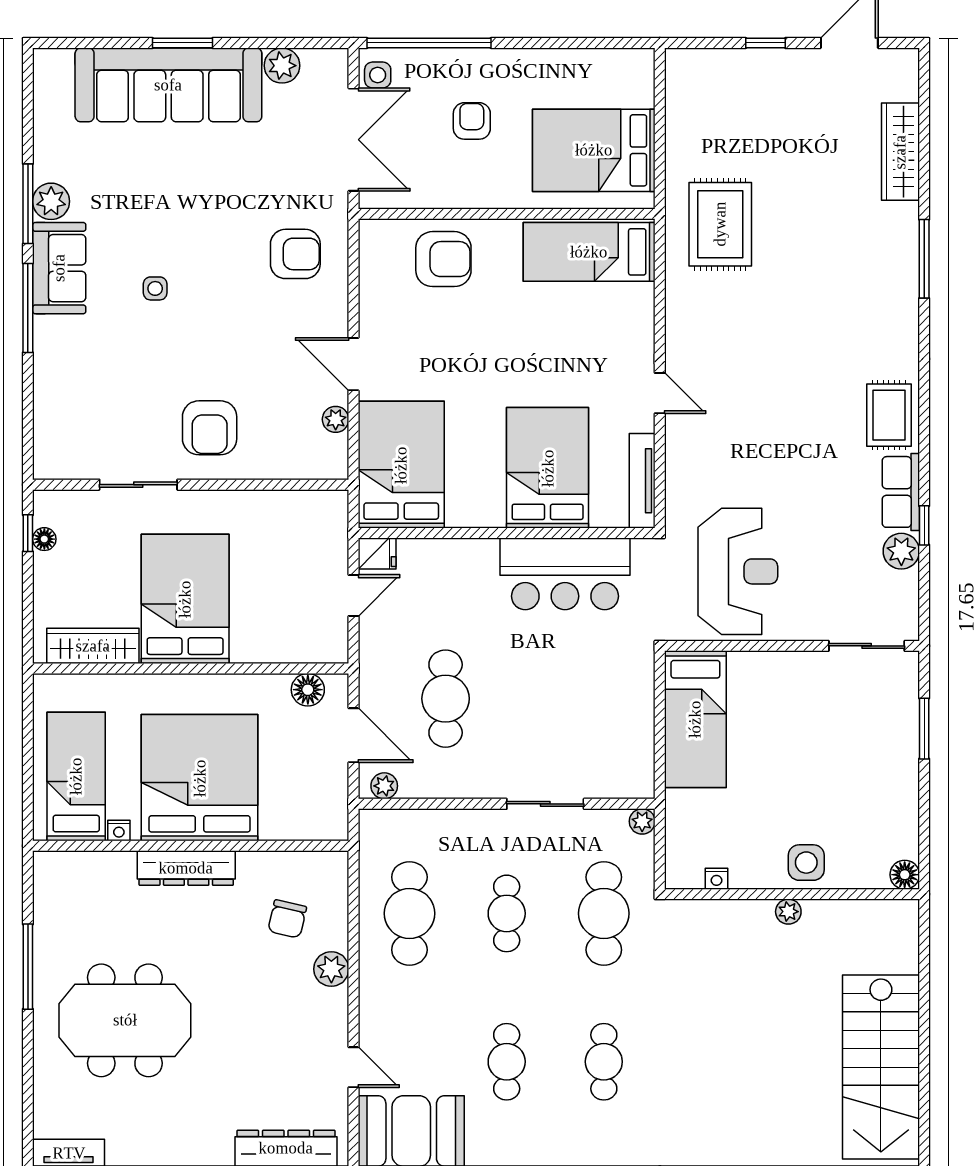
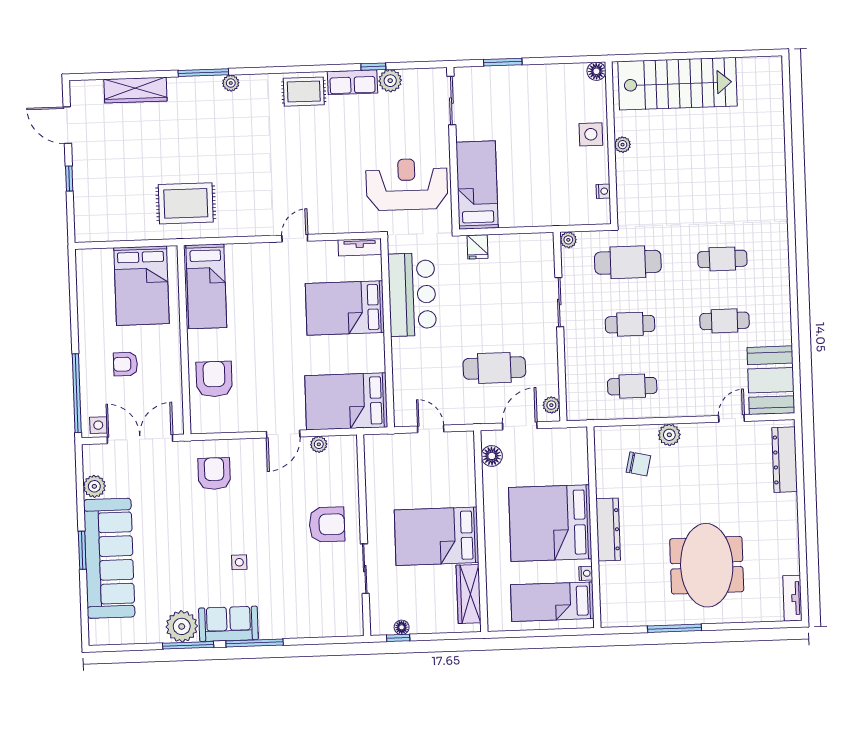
plant: (51, 201) -> (182, 626), width x1.36, depth x1.36
plant: (906, 301) -> (231, 83), added
tv unit: (642, 481) -> (360, 247), width x0.71
fridge: (377, 554) -> (477, 247), moved, turned 180
bed: (695, 719) -> (477, 185), moved, turned -90
cafe table: (409, 913) -> (632, 386), width x0.73, depth x0.74
stairs: (881, 1067) -> (677, 84), moved

